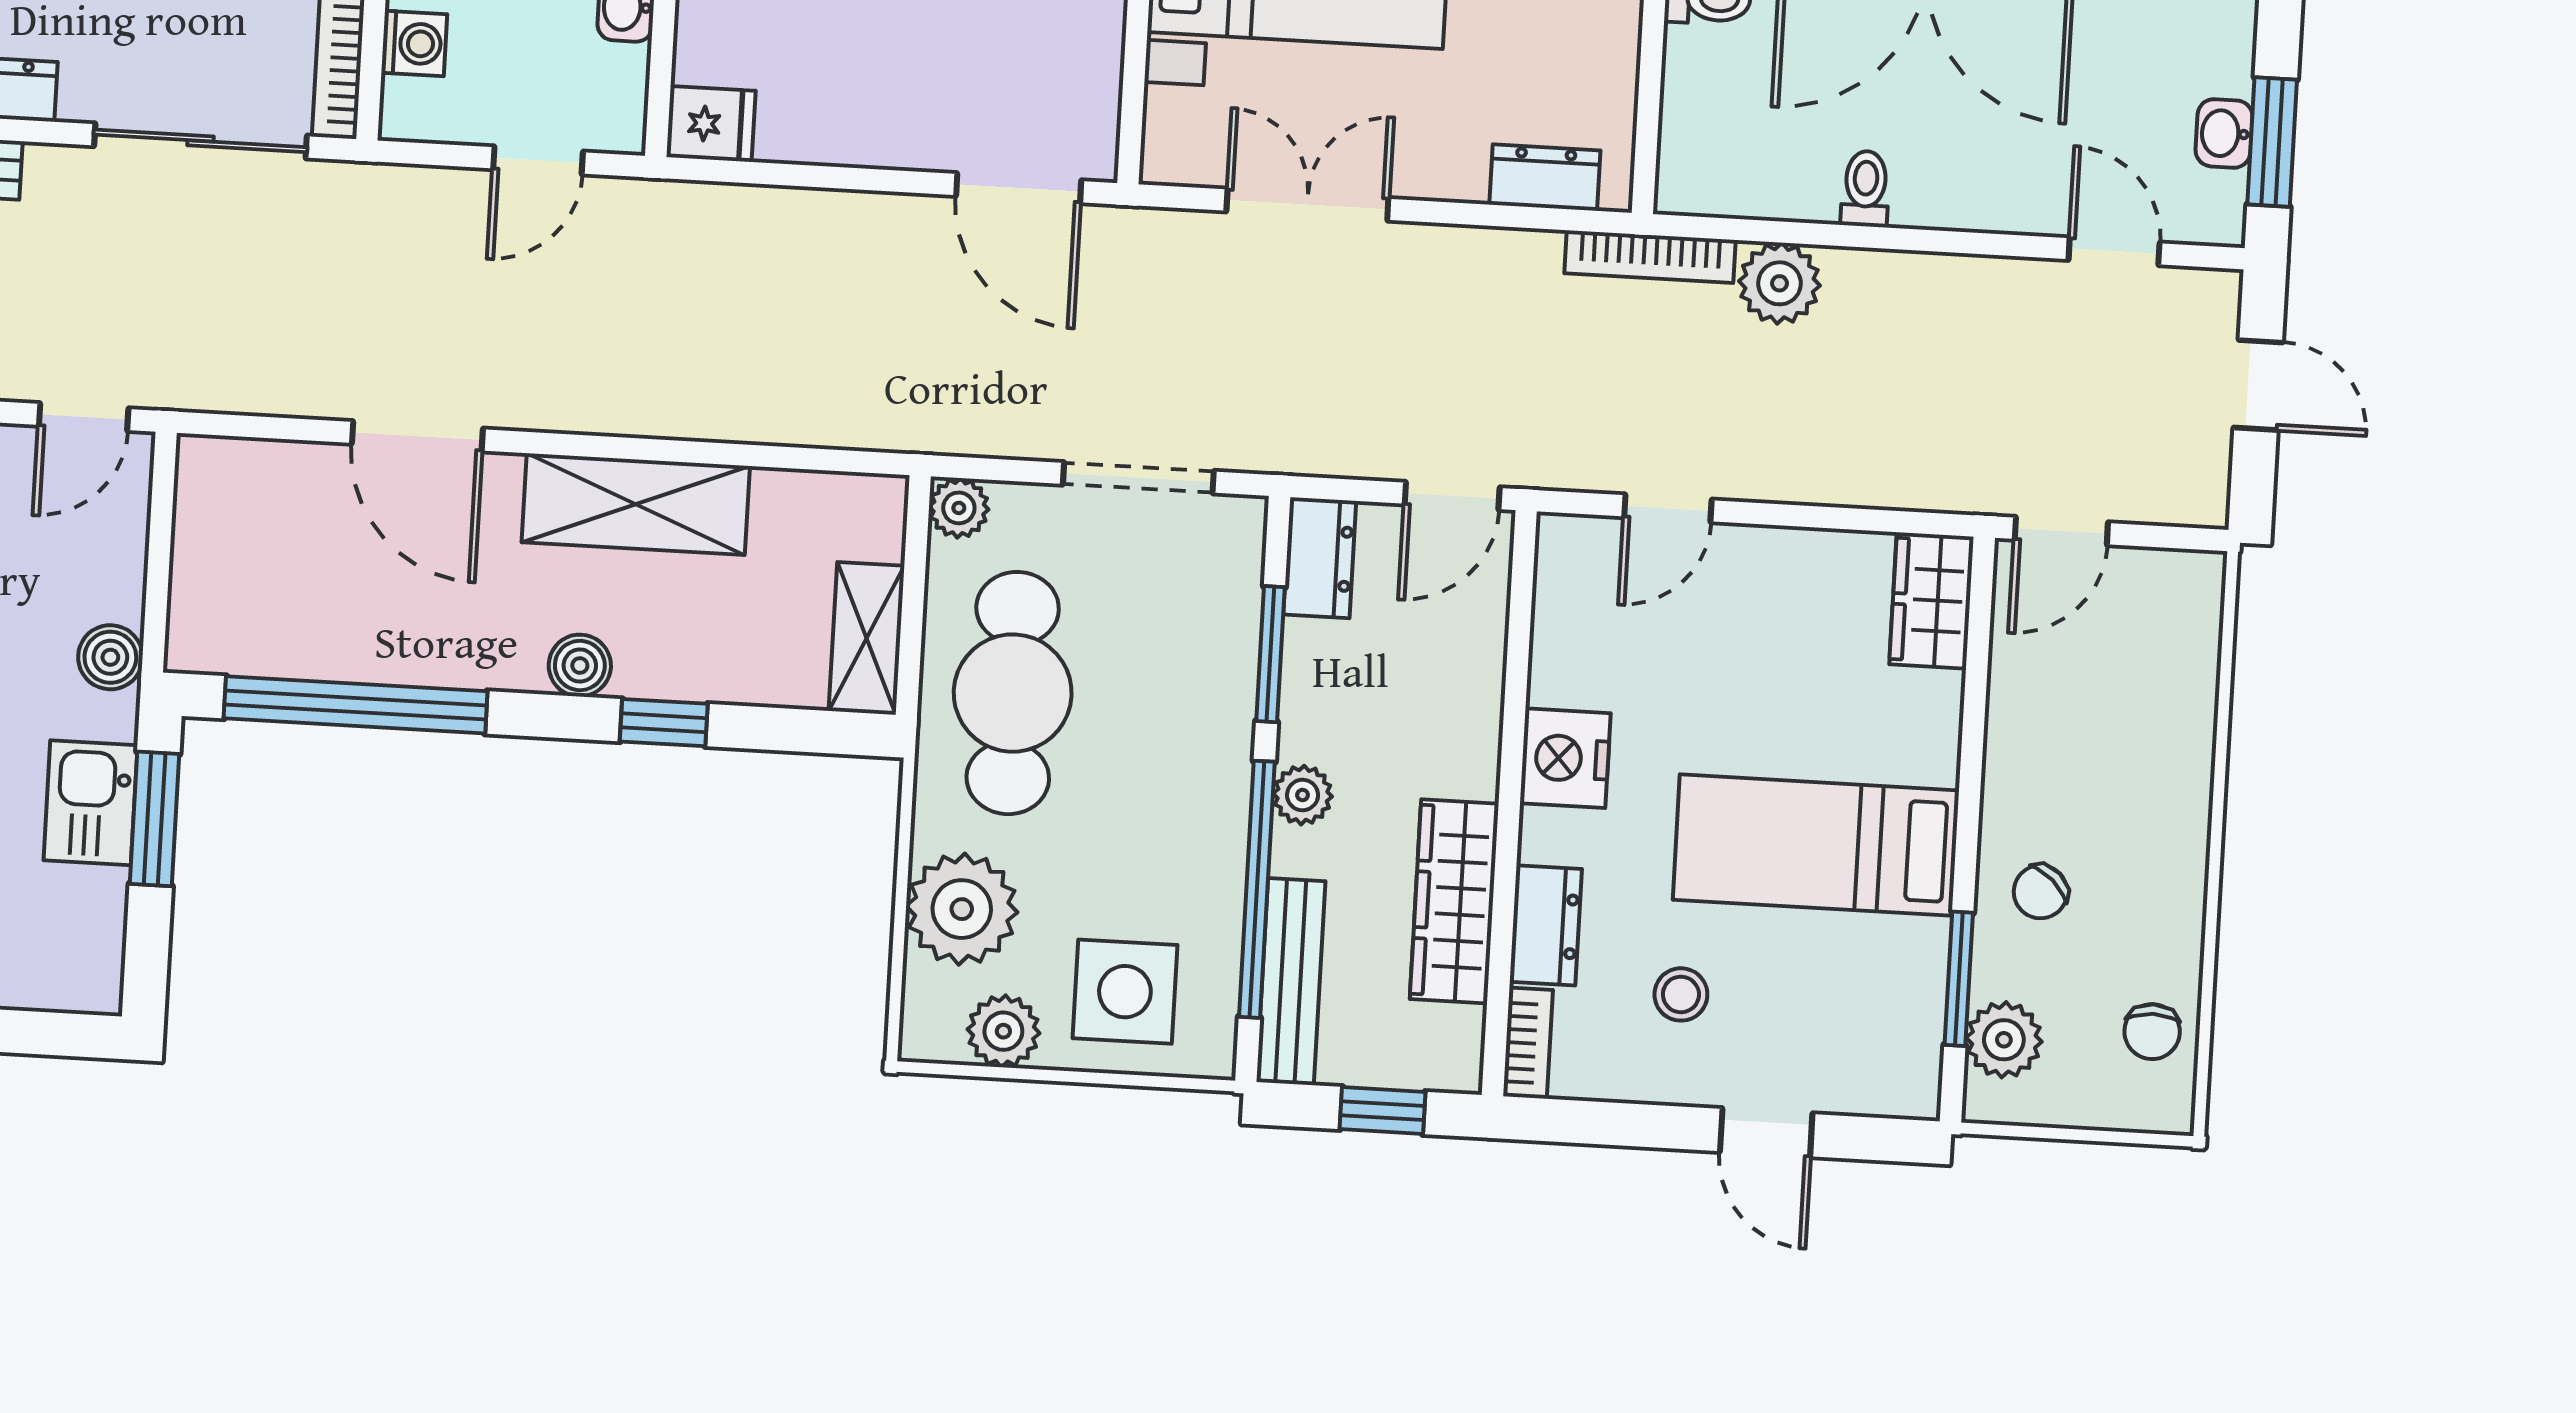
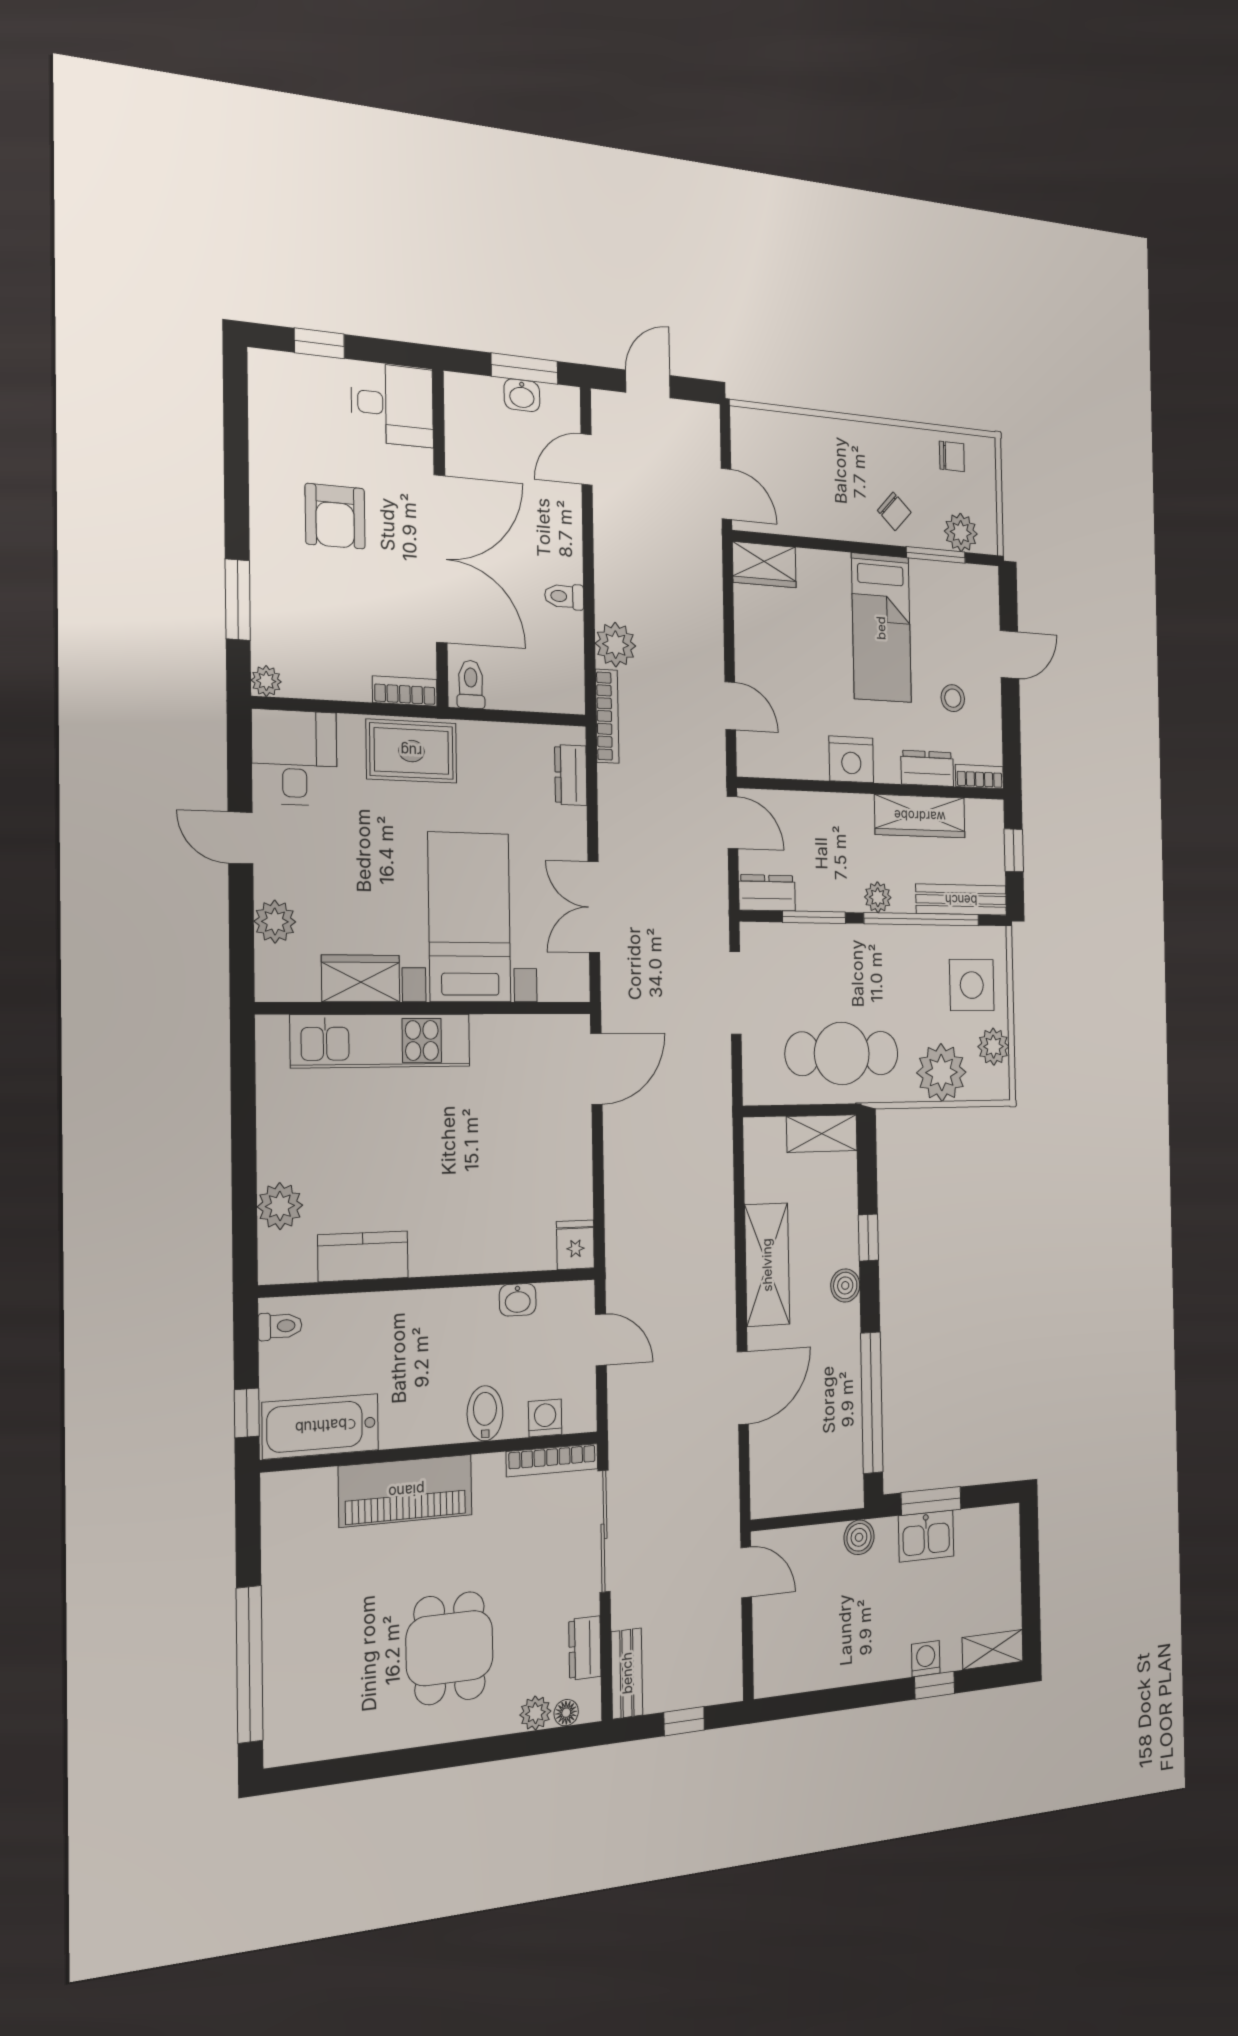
plant: (959, 508) -> (757, 1089), removed

